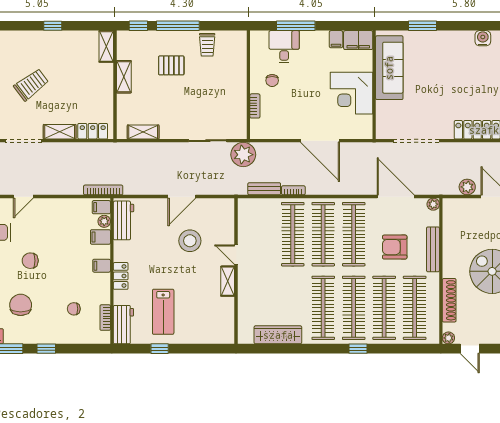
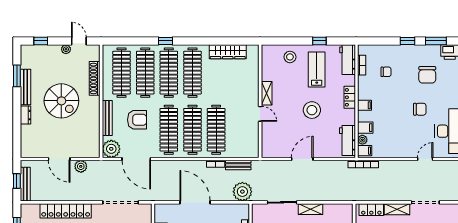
shelving: (143, 132) -> (310, 209), moved
plant: (243, 155) -> (242, 192), moved
plant: (433, 204) -> (111, 149), width x1.87, depth x1.87
stool: (190, 241) -> (312, 110), moved
stool: (198, 328) -> (290, 57), added
plant: (448, 338) -> (66, 49), moved

